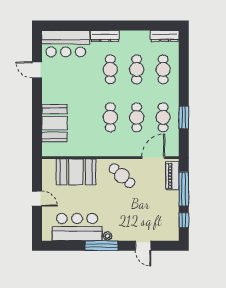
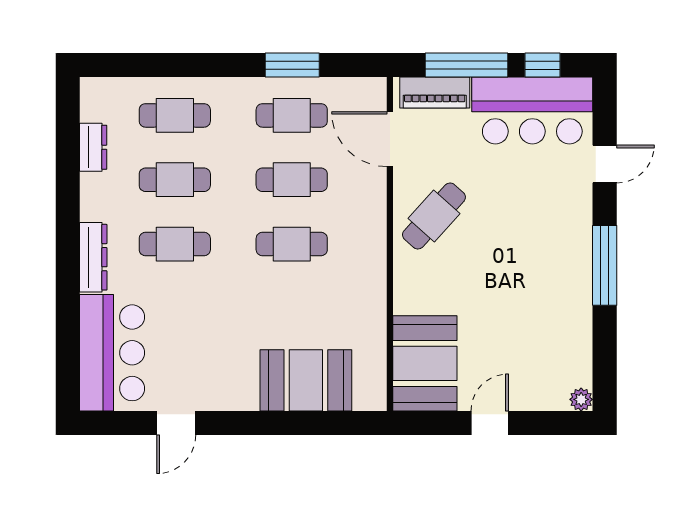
dresser: (165, 36) -> (93, 147), moved, width x0.70
booth: (76, 172) -> (425, 363), moved
bar counter: (77, 227) -> (532, 111), moved, turned -90
plant: (108, 236) -> (581, 399), moved

